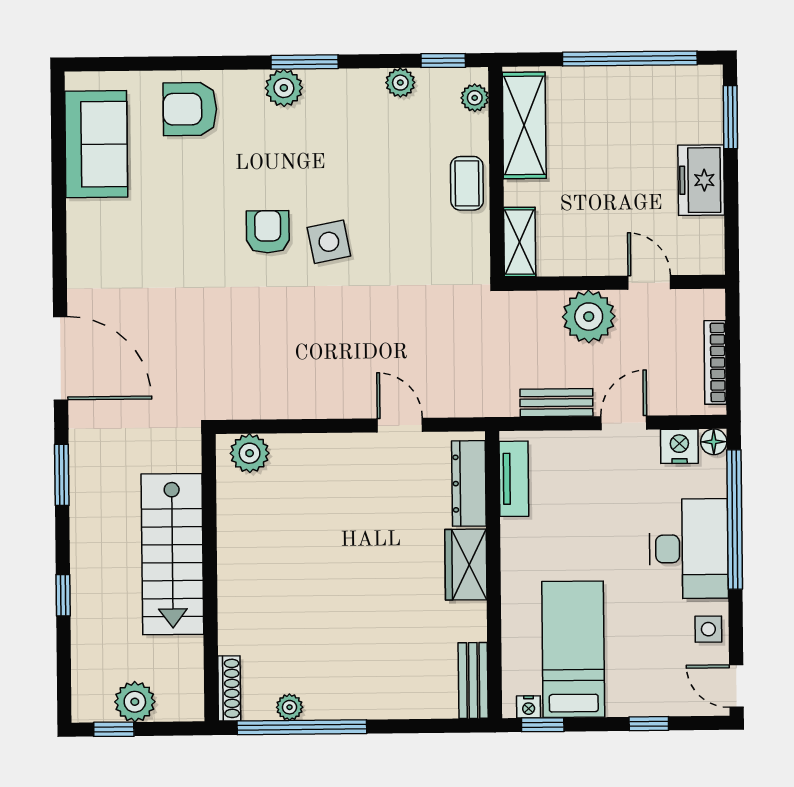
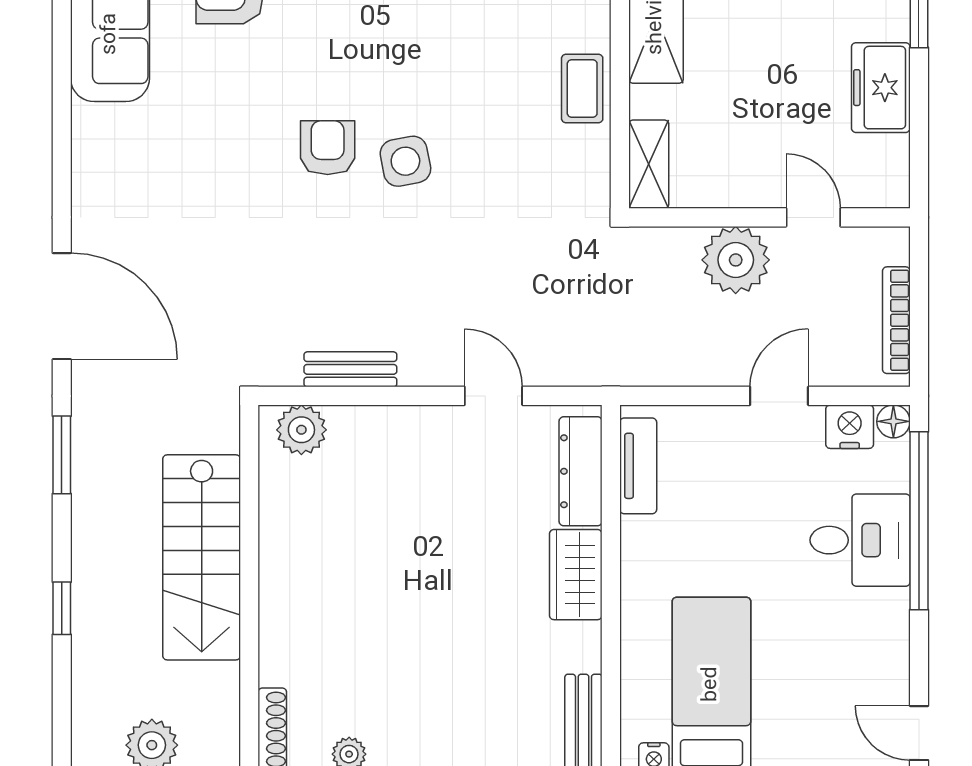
bench: (556, 403) -> (350, 369), moved
desk: (689, 549) -> (860, 540), width x0.73
side table: (708, 629) -> (884, 660), removed

